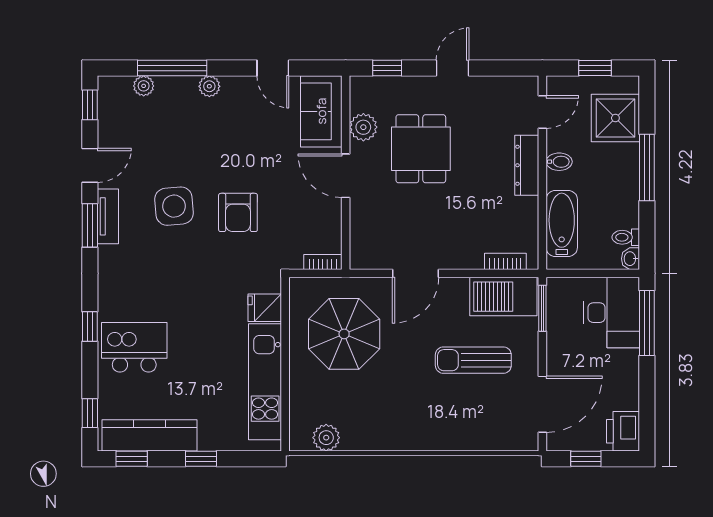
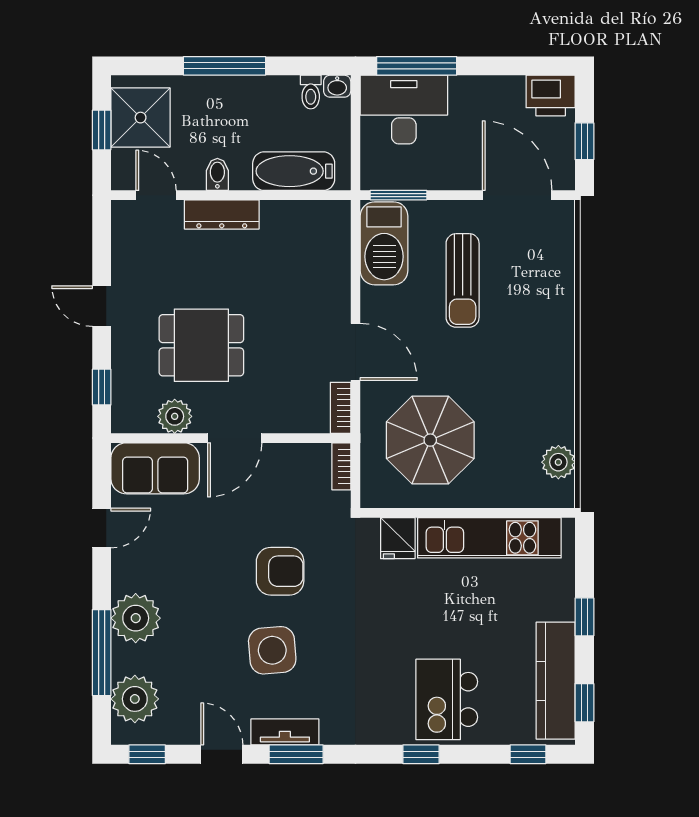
plant: (144, 86) -> (135, 699), width x1.87, depth x1.87
plant: (209, 86) -> (136, 618), width x1.88, depth x1.88
shower: (615, 118) -> (141, 118), moved
bookcase: (505, 261) -> (341, 408), moved

